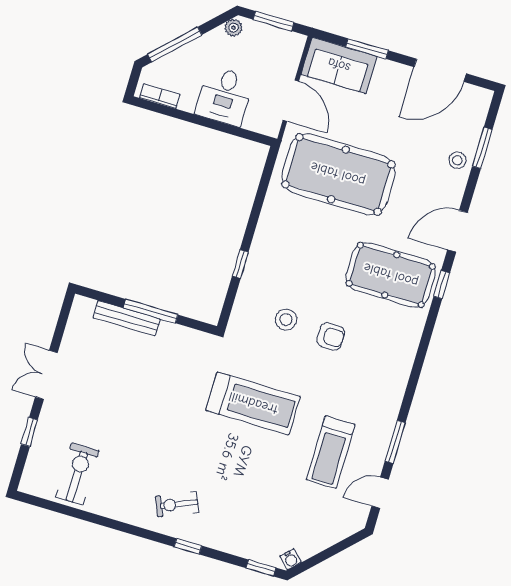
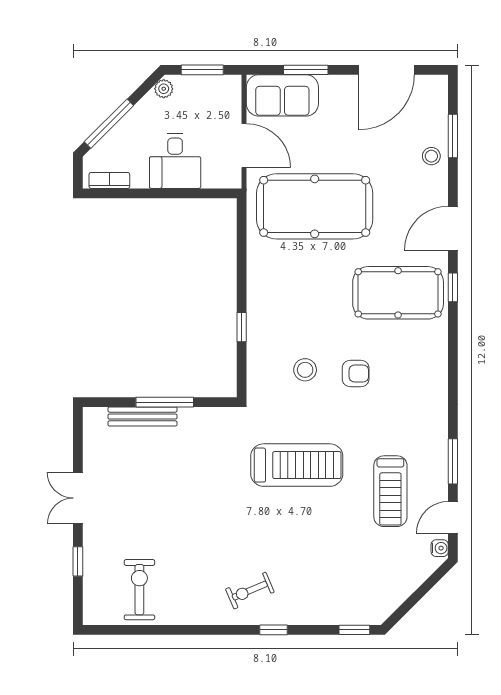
water cooler: (291, 559) -> (440, 548), moved, turned -45

